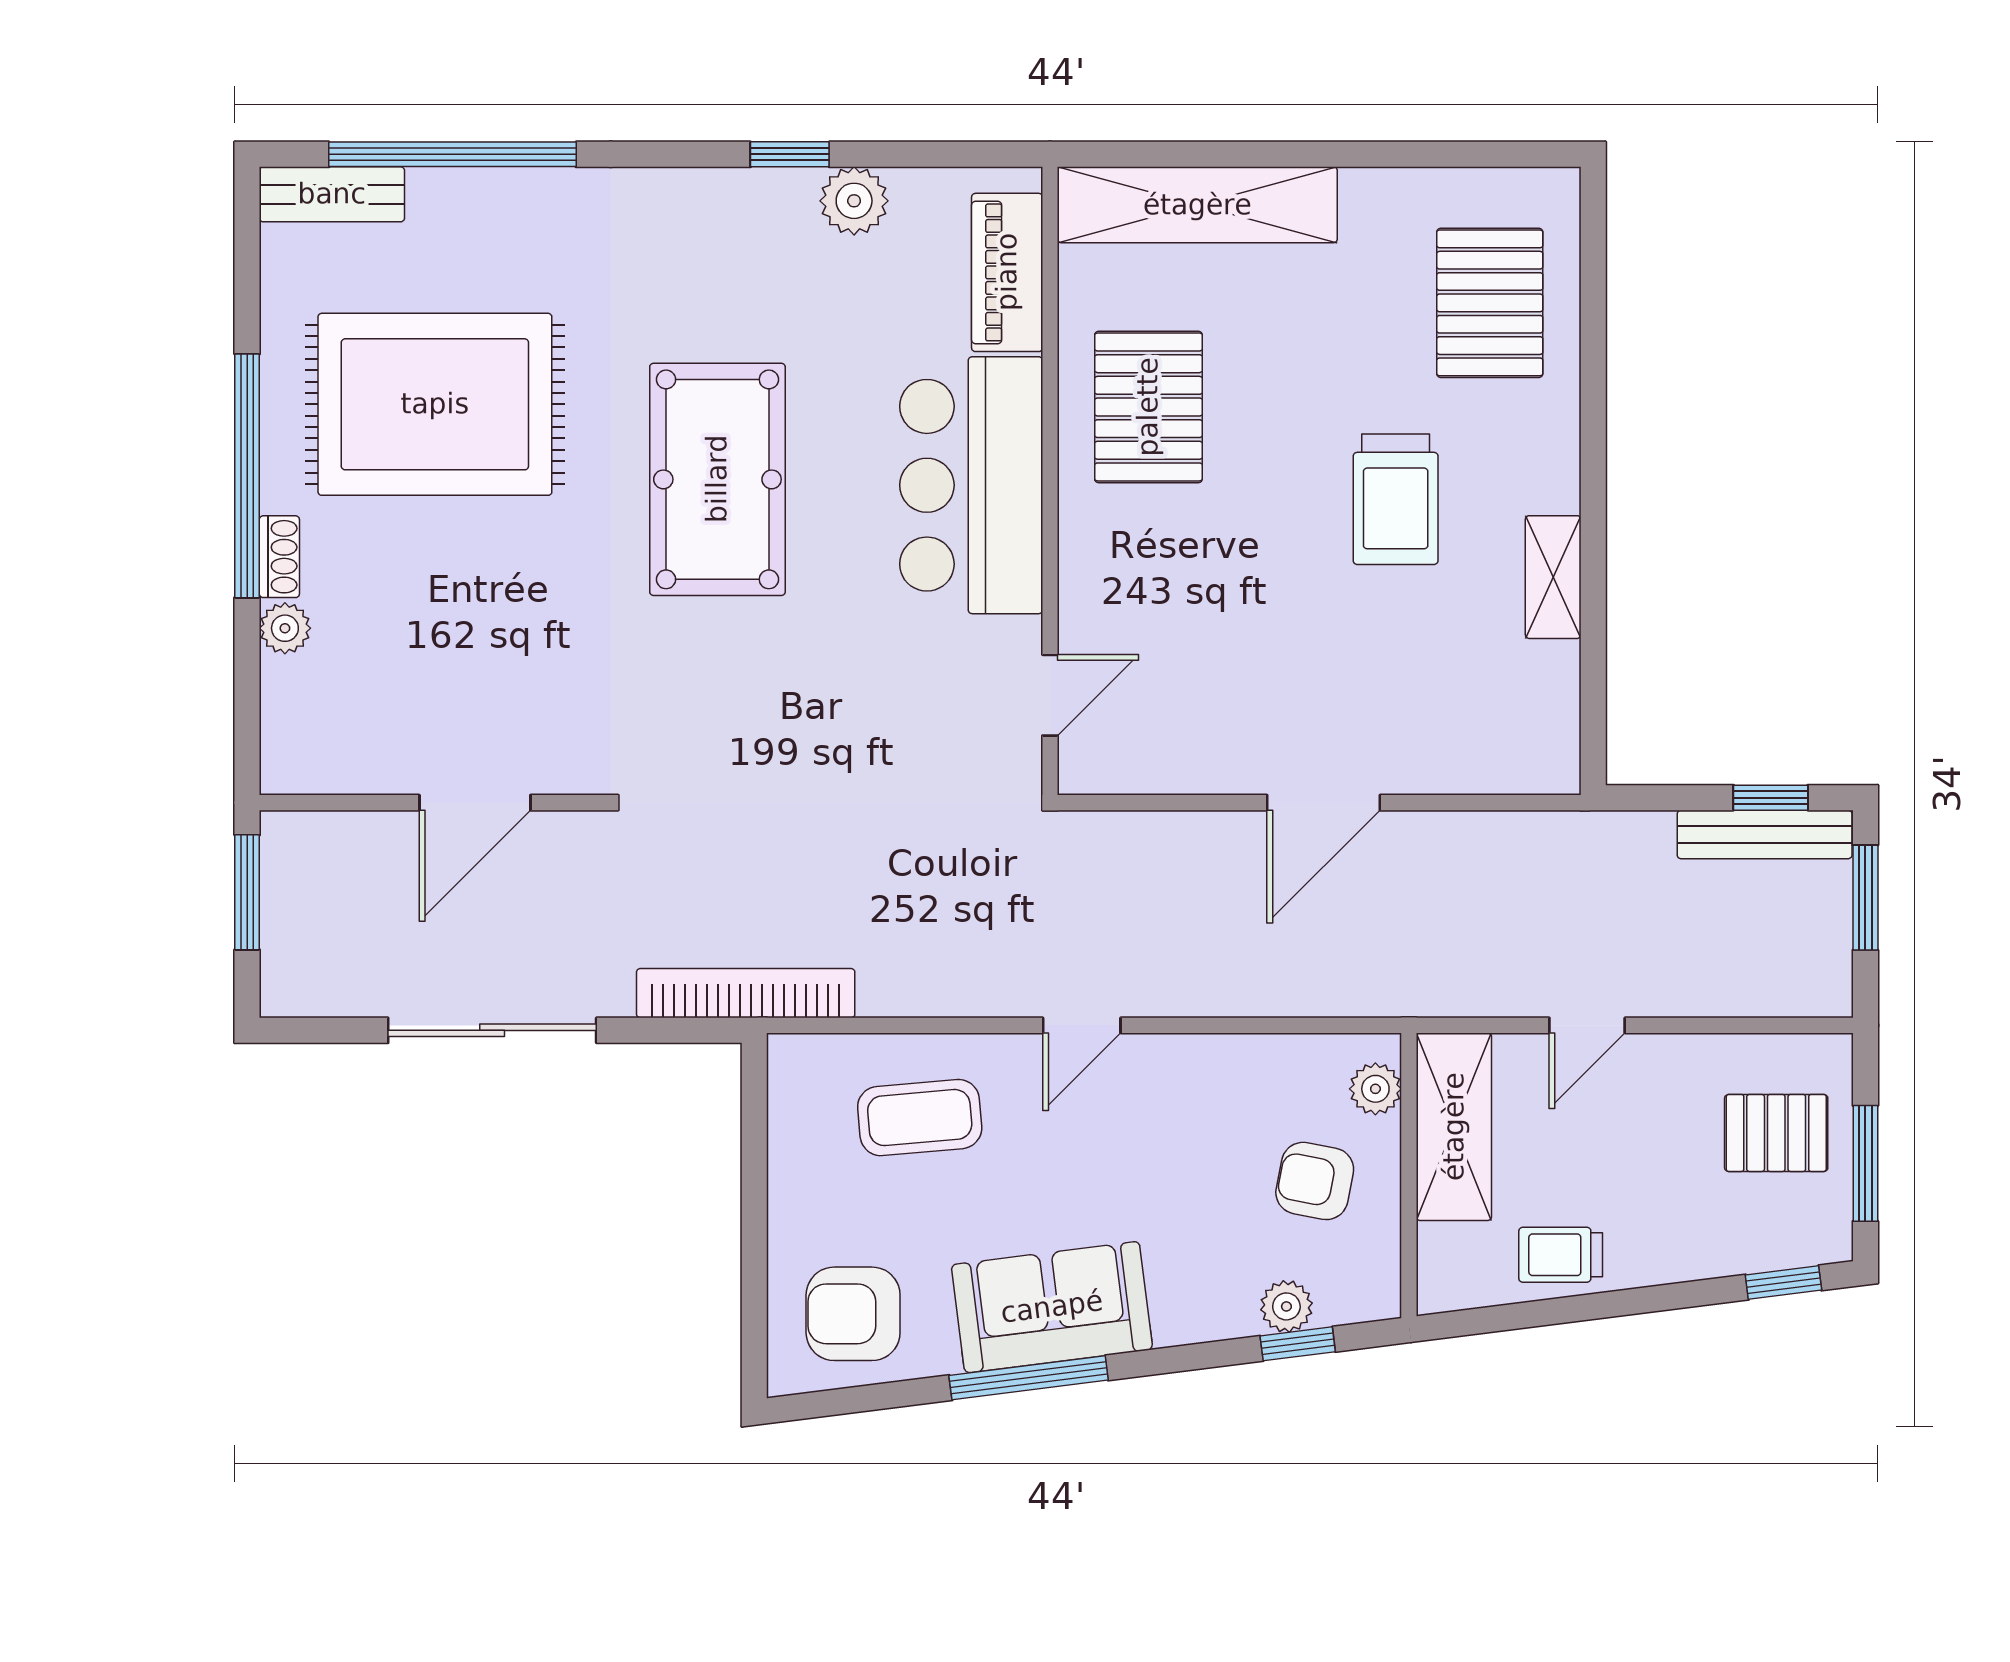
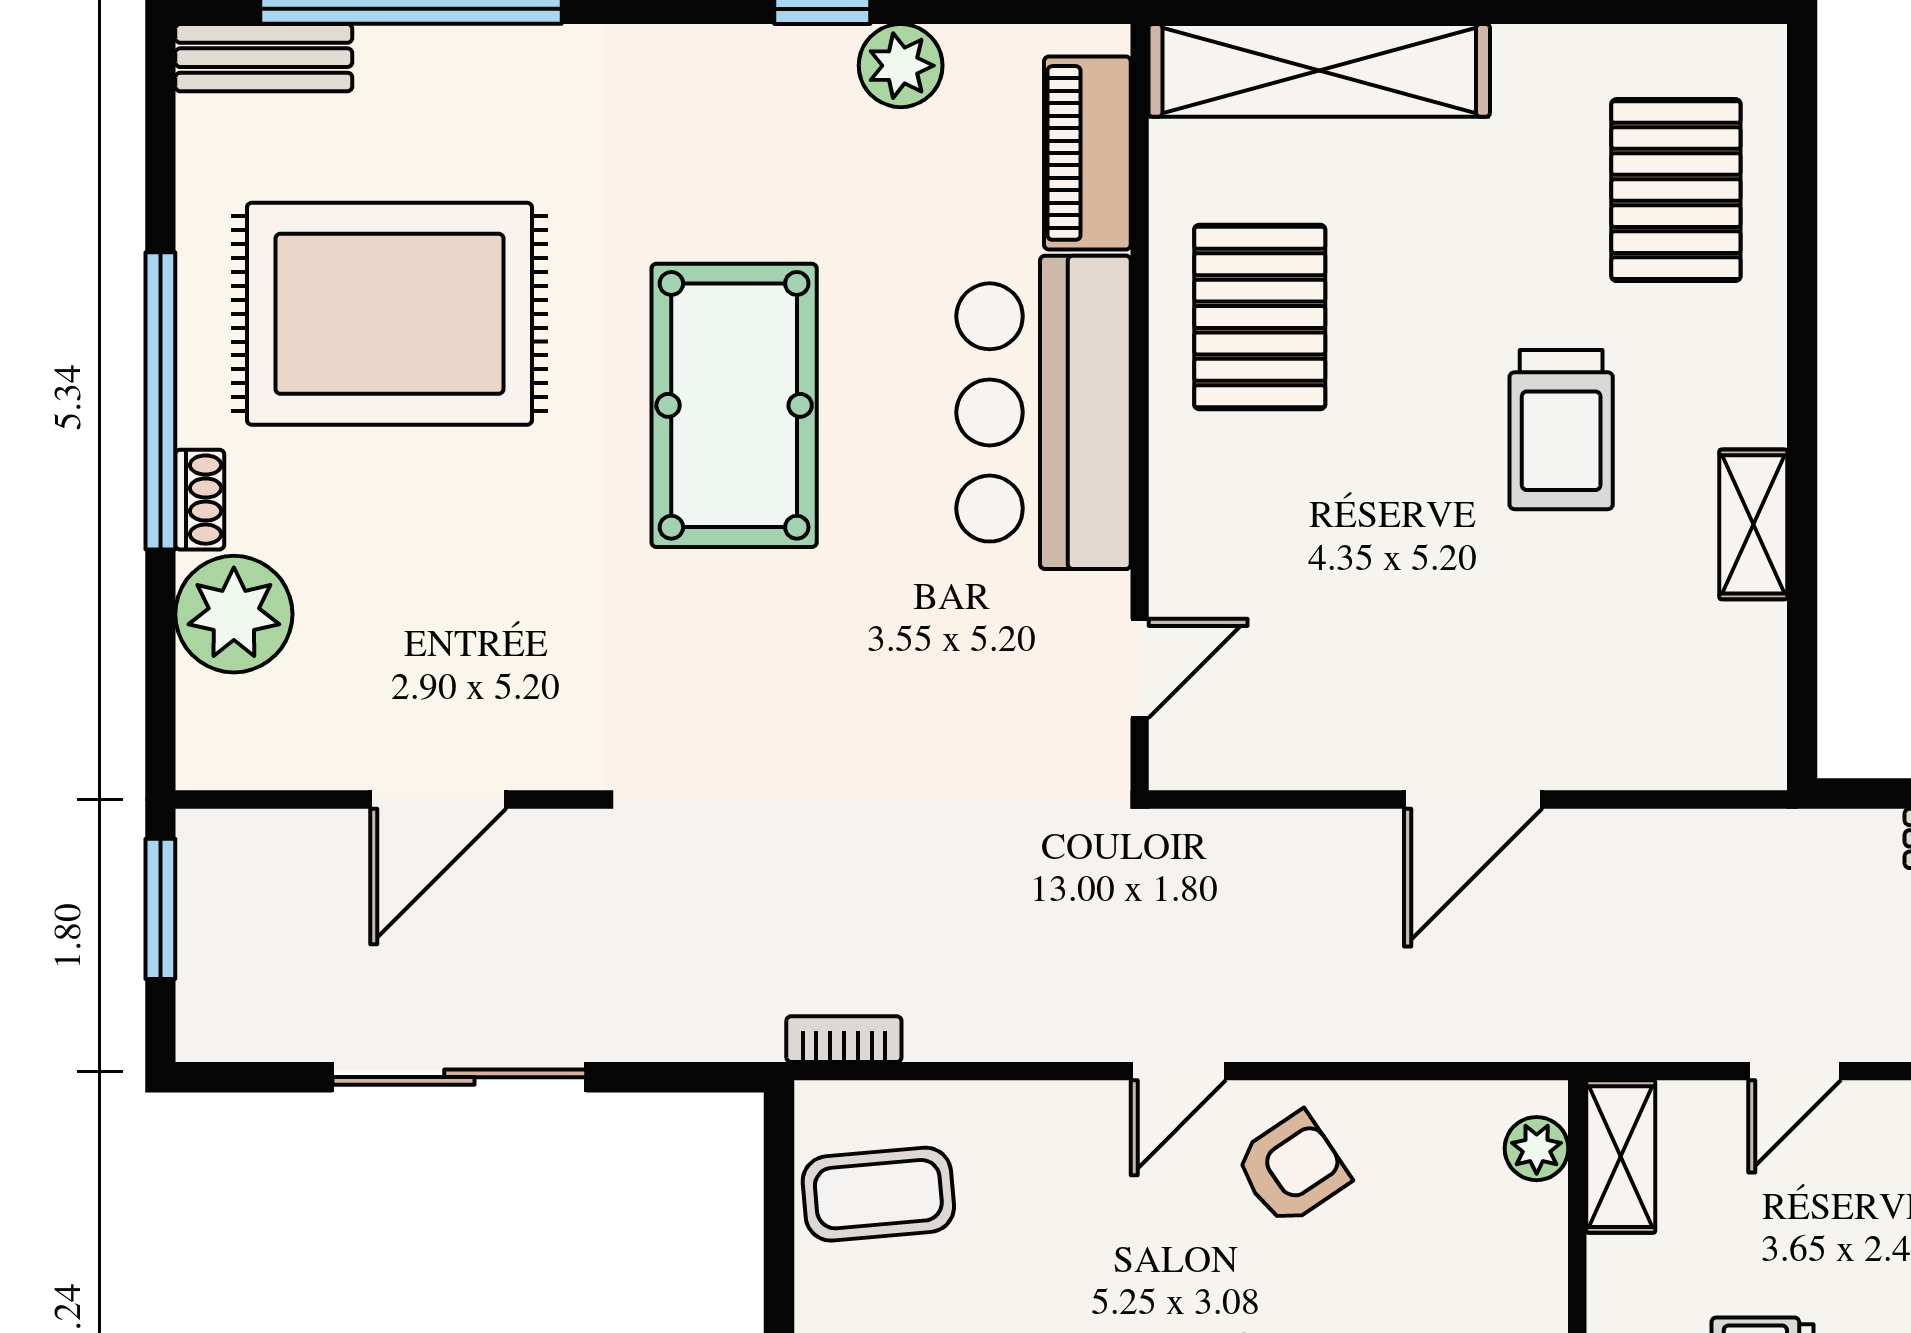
plant: (285, 628) -> (234, 614), width x1.88, depth x1.88
bookcase: (746, 993) -> (844, 1039), width x0.43, depth x0.76
coffee table: (920, 1118) -> (878, 1194), moved
shelving: (1454, 1127) -> (1621, 1157), width x0.67, depth x0.75
armchair: (1315, 1181) -> (1292, 1169), moved, turned 135

